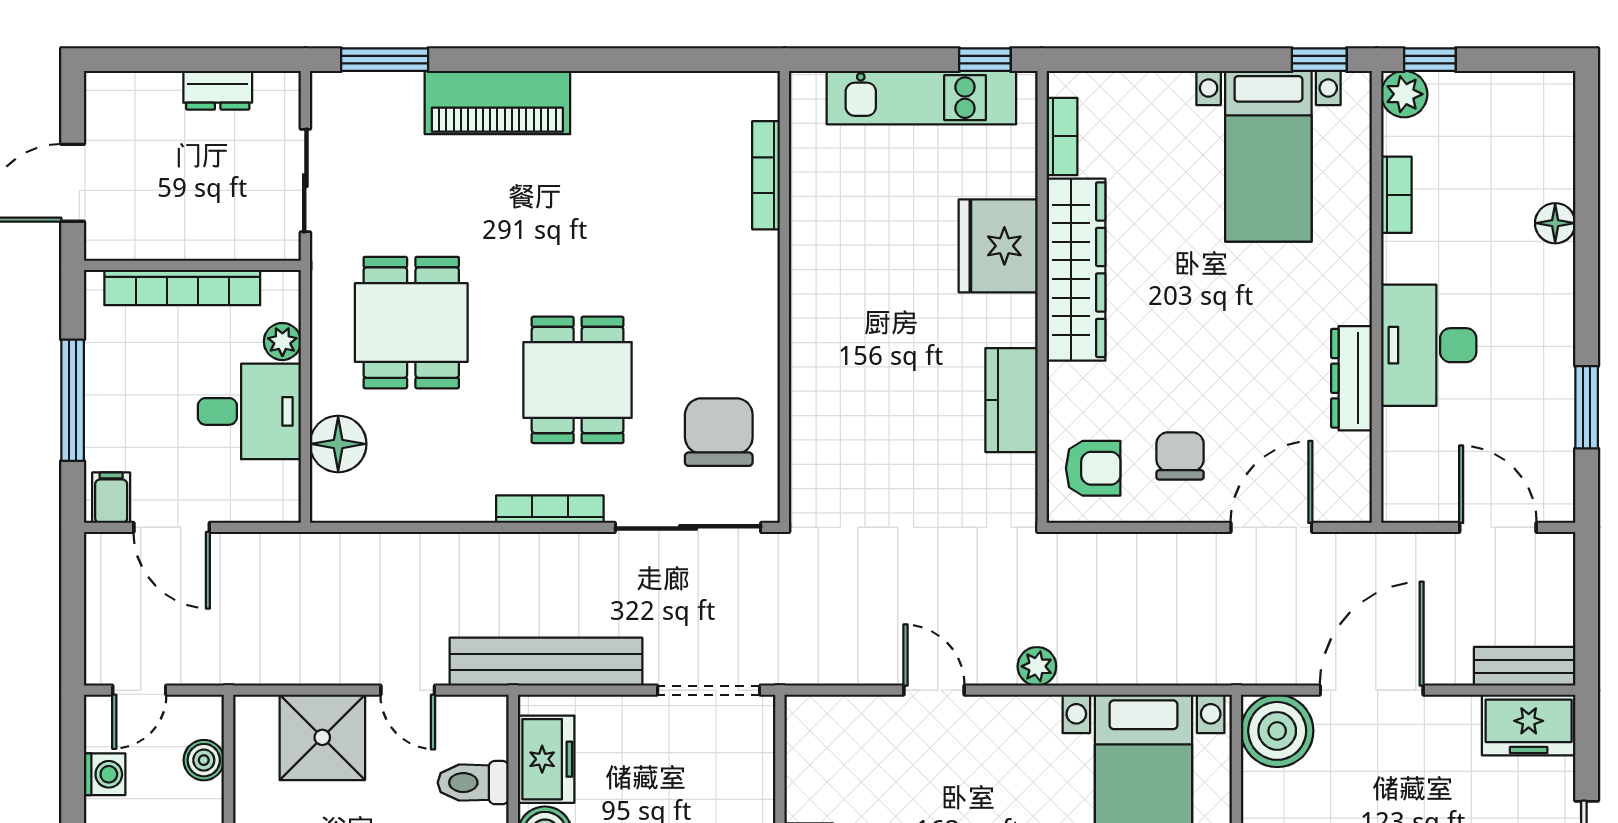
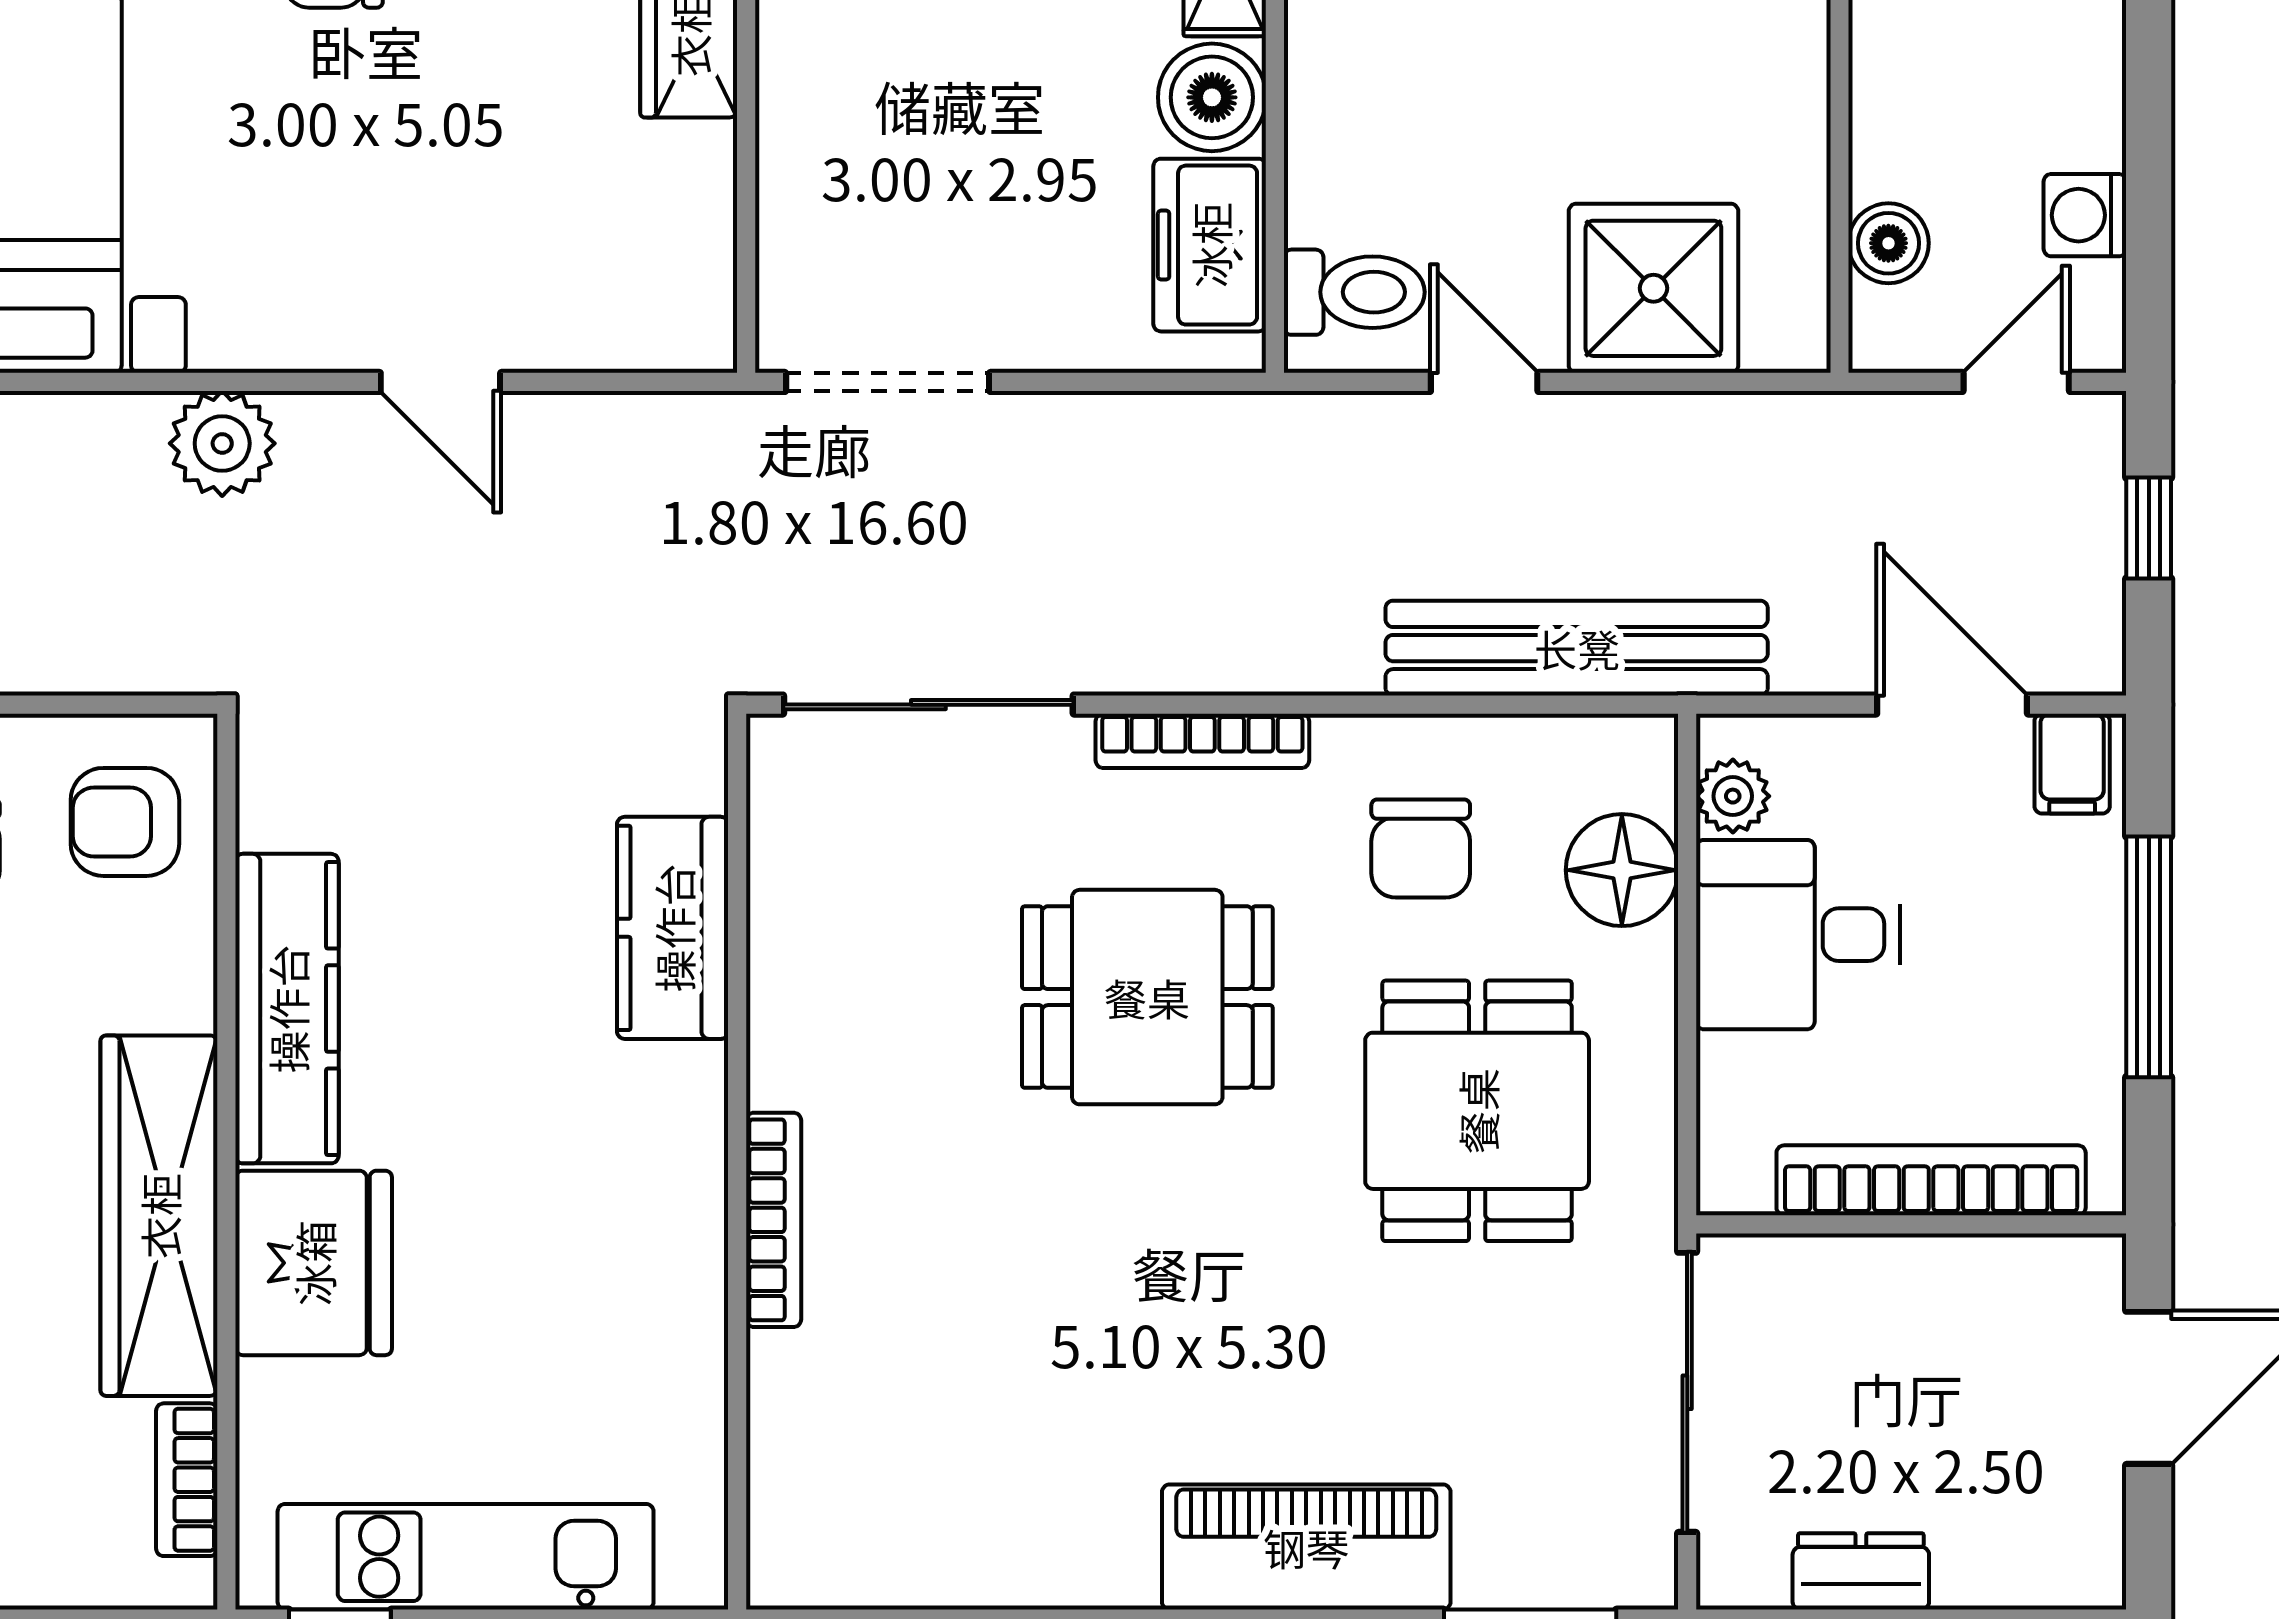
bookcase: (766, 175) -> (774, 1220), moved
sliding door: (305, 181) -> (1687, 1392), width x1.37
plant: (282, 342) -> (1733, 796), moved
dining table: (578, 380) -> (1147, 997), turned 90
kitchen counter: (1011, 400) -> (287, 1009), width x1.50
kitchen counter: (817, 415) -> (673, 928), added
chair: (719, 432) -> (1421, 848), moved, width x0.73, depth x0.73
window: (73, 616) -> (2149, 528), added
bench: (546, 662) -> (1577, 648), moved
plant: (1037, 666) -> (222, 443), width x1.38, depth x1.38
toilet: (473, 783) -> (1354, 292), moved

